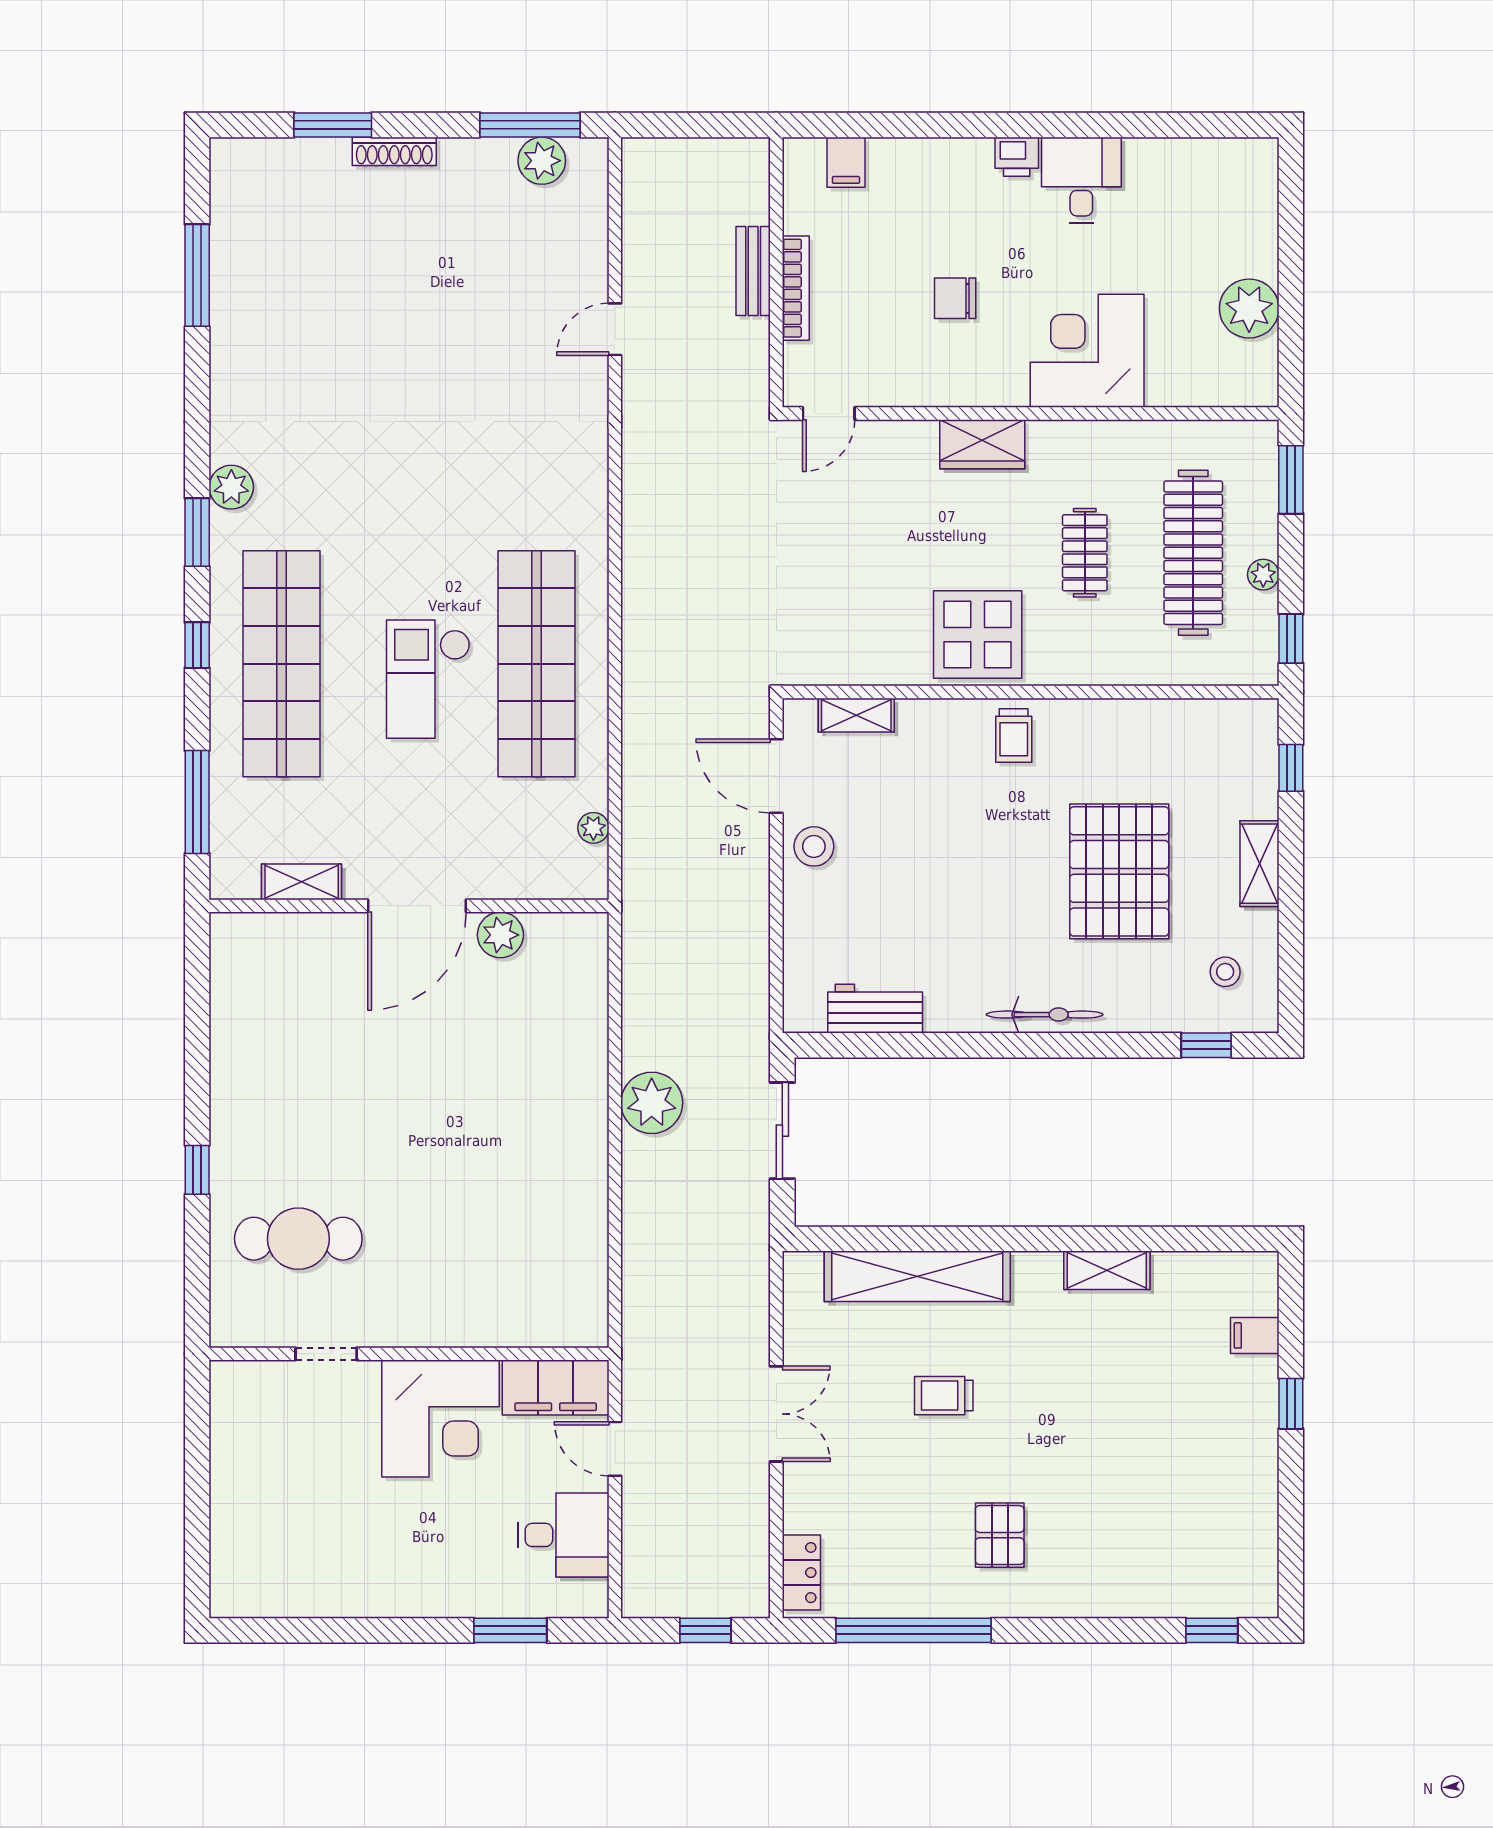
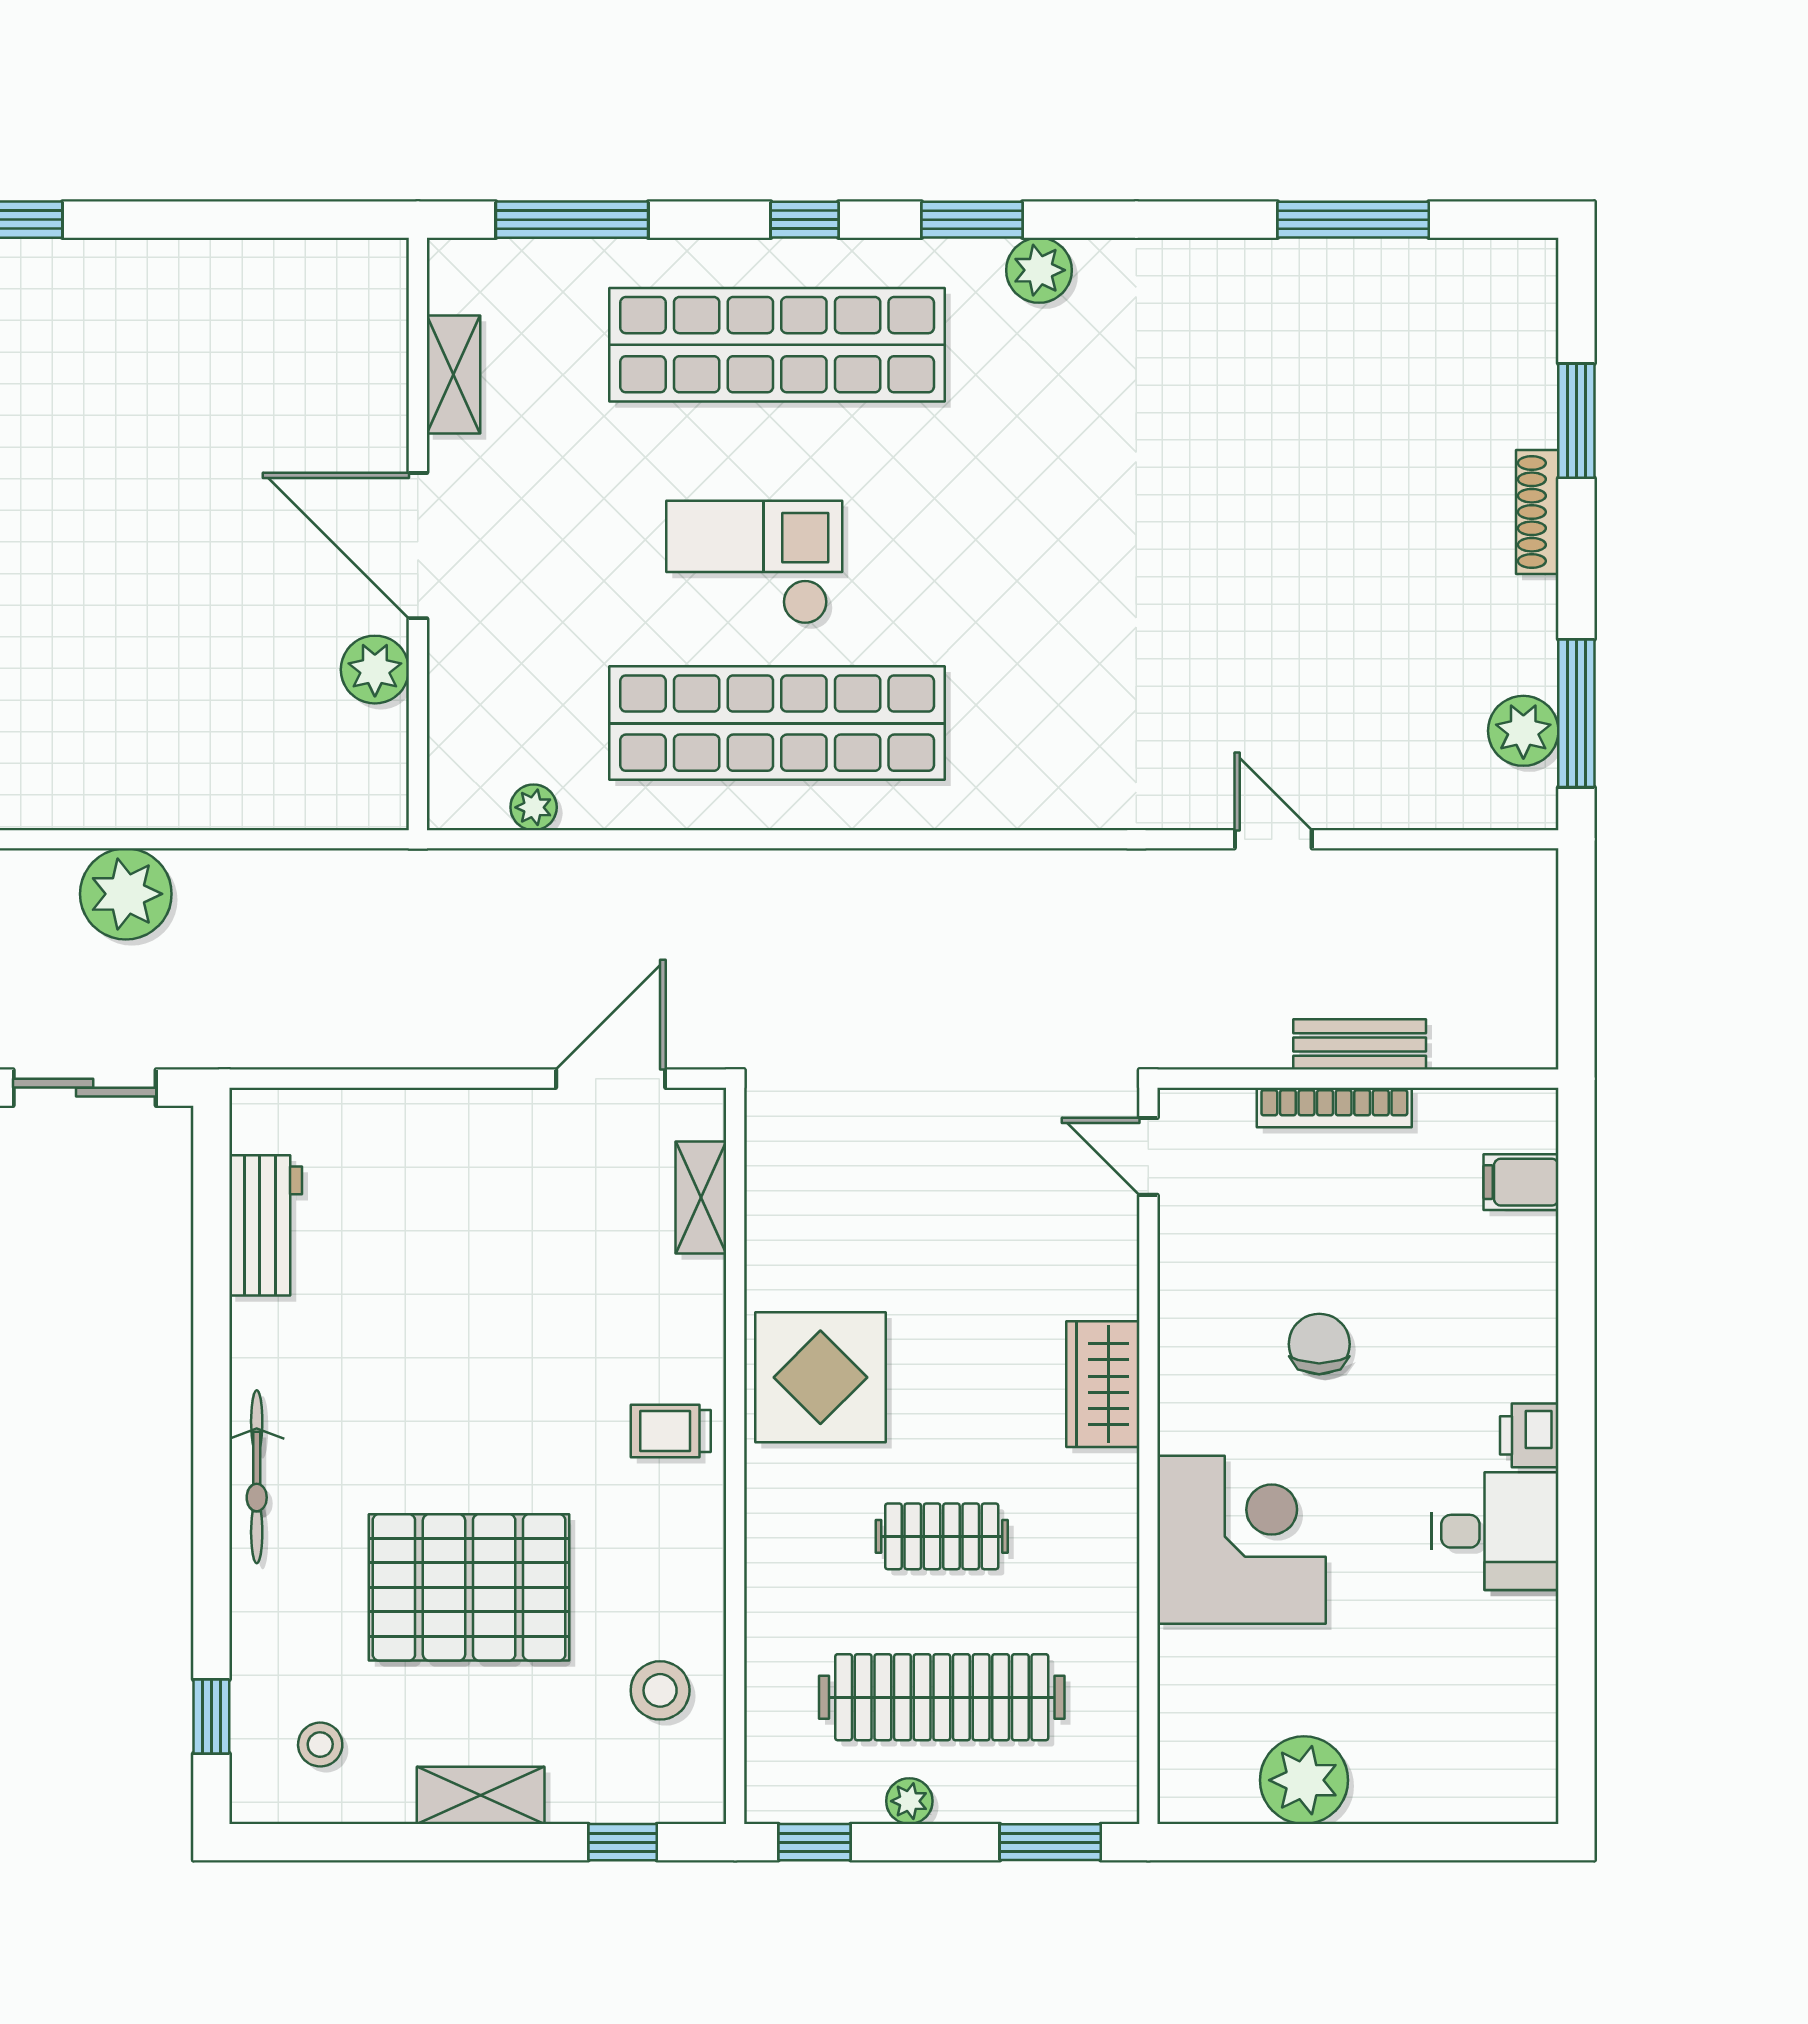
stool: (814, 846) -> (660, 1690), moved

